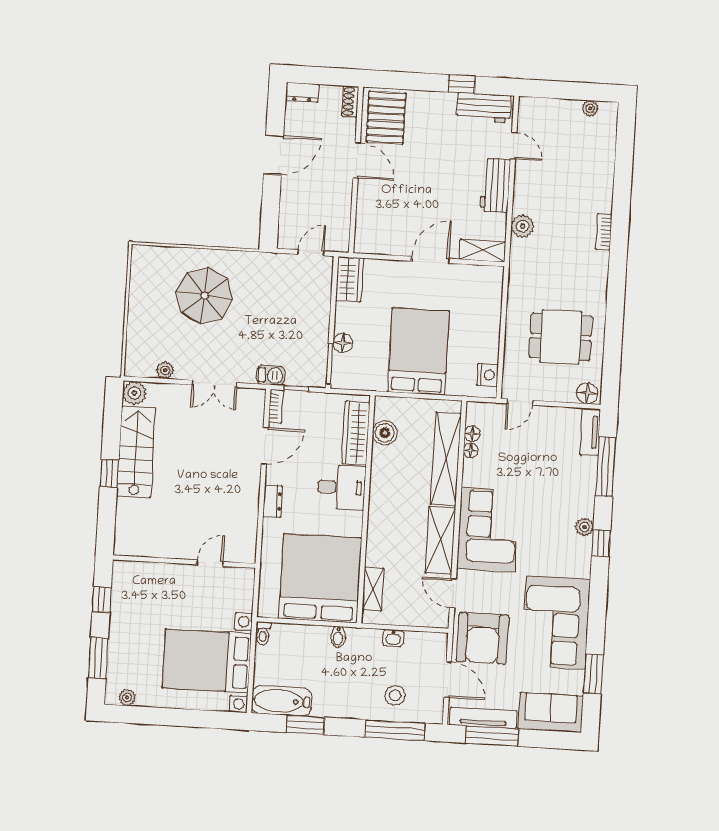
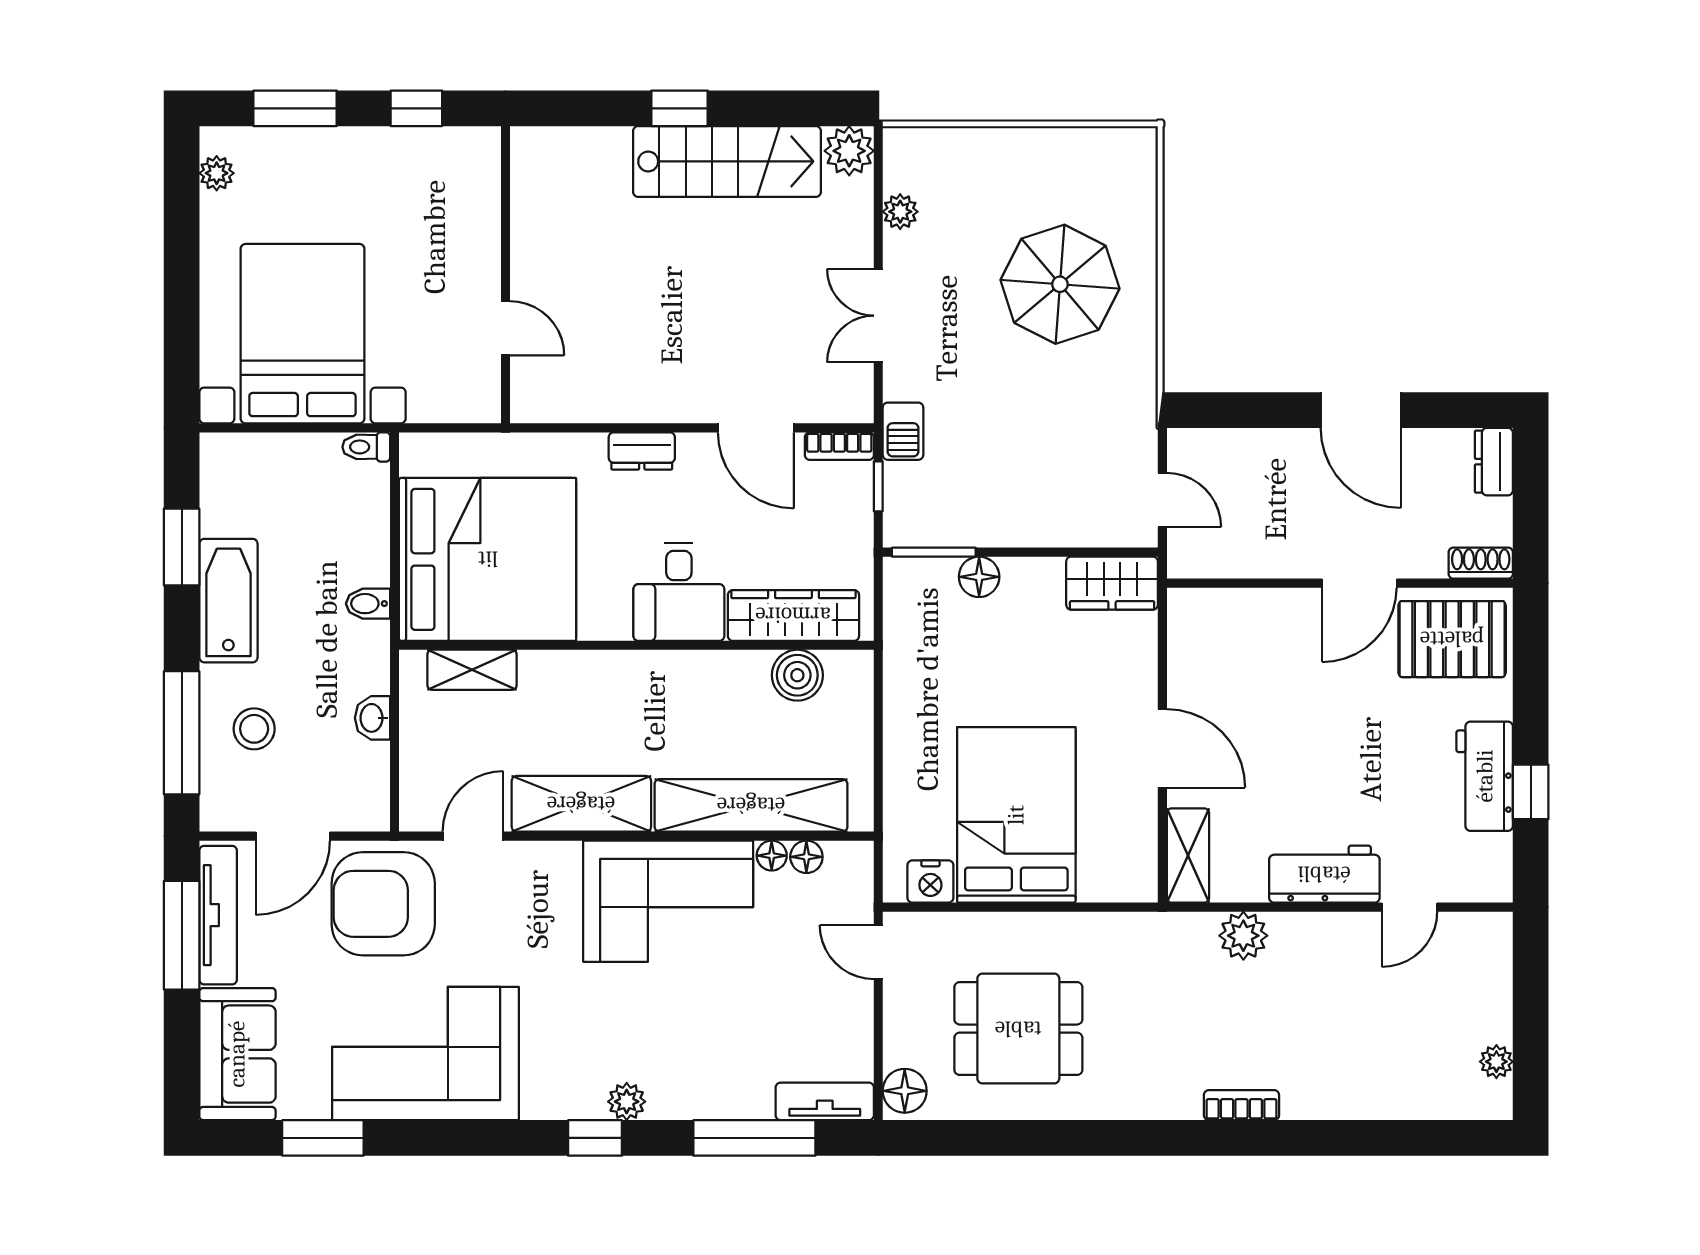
workbench: (484, 108) -> (1485, 776), moved
dining table: (561, 337) -> (1018, 1029), turned 90
bed: (418, 351) -> (1016, 815), moved, turned -90
corner sofa: (488, 530) -> (668, 901), moved
bathtub: (282, 701) -> (228, 601), moved

